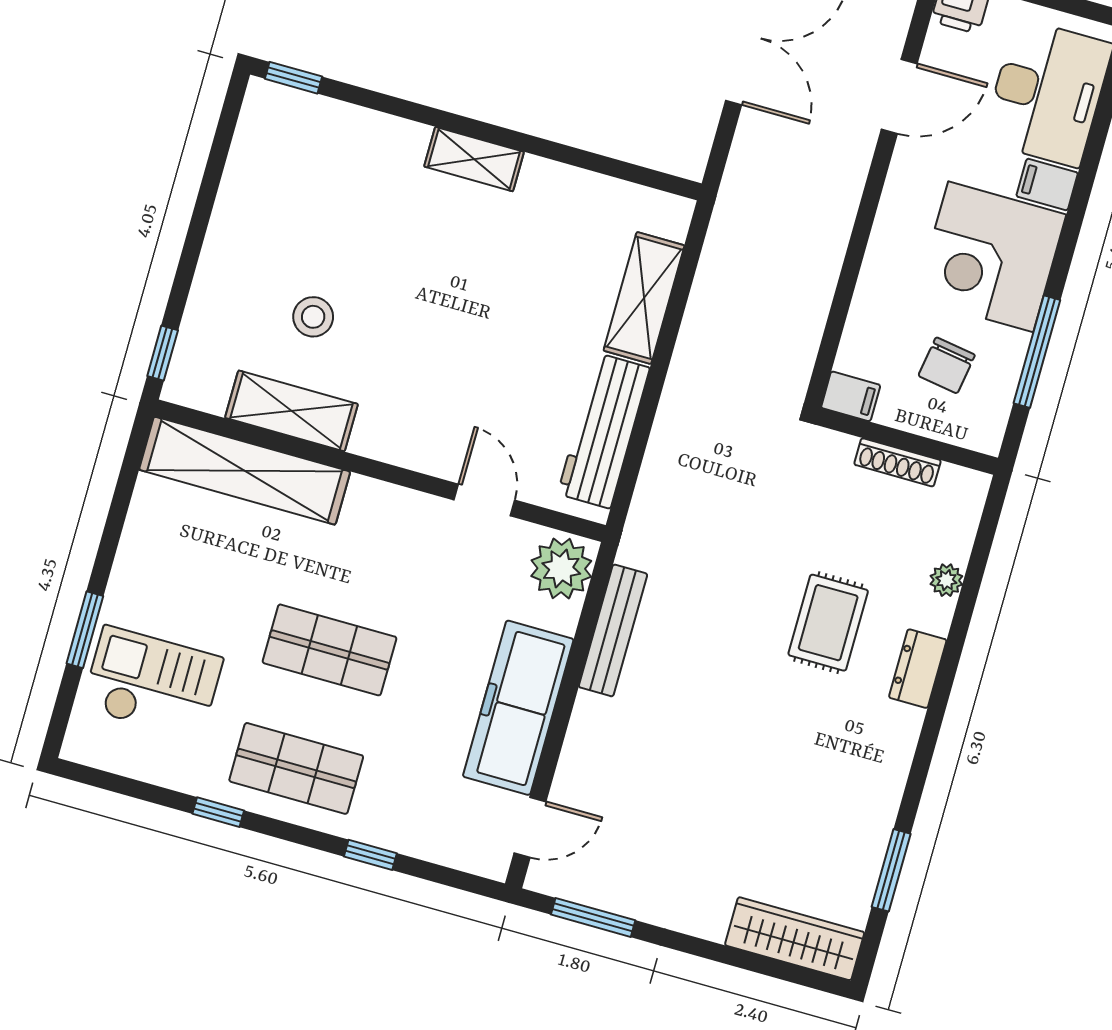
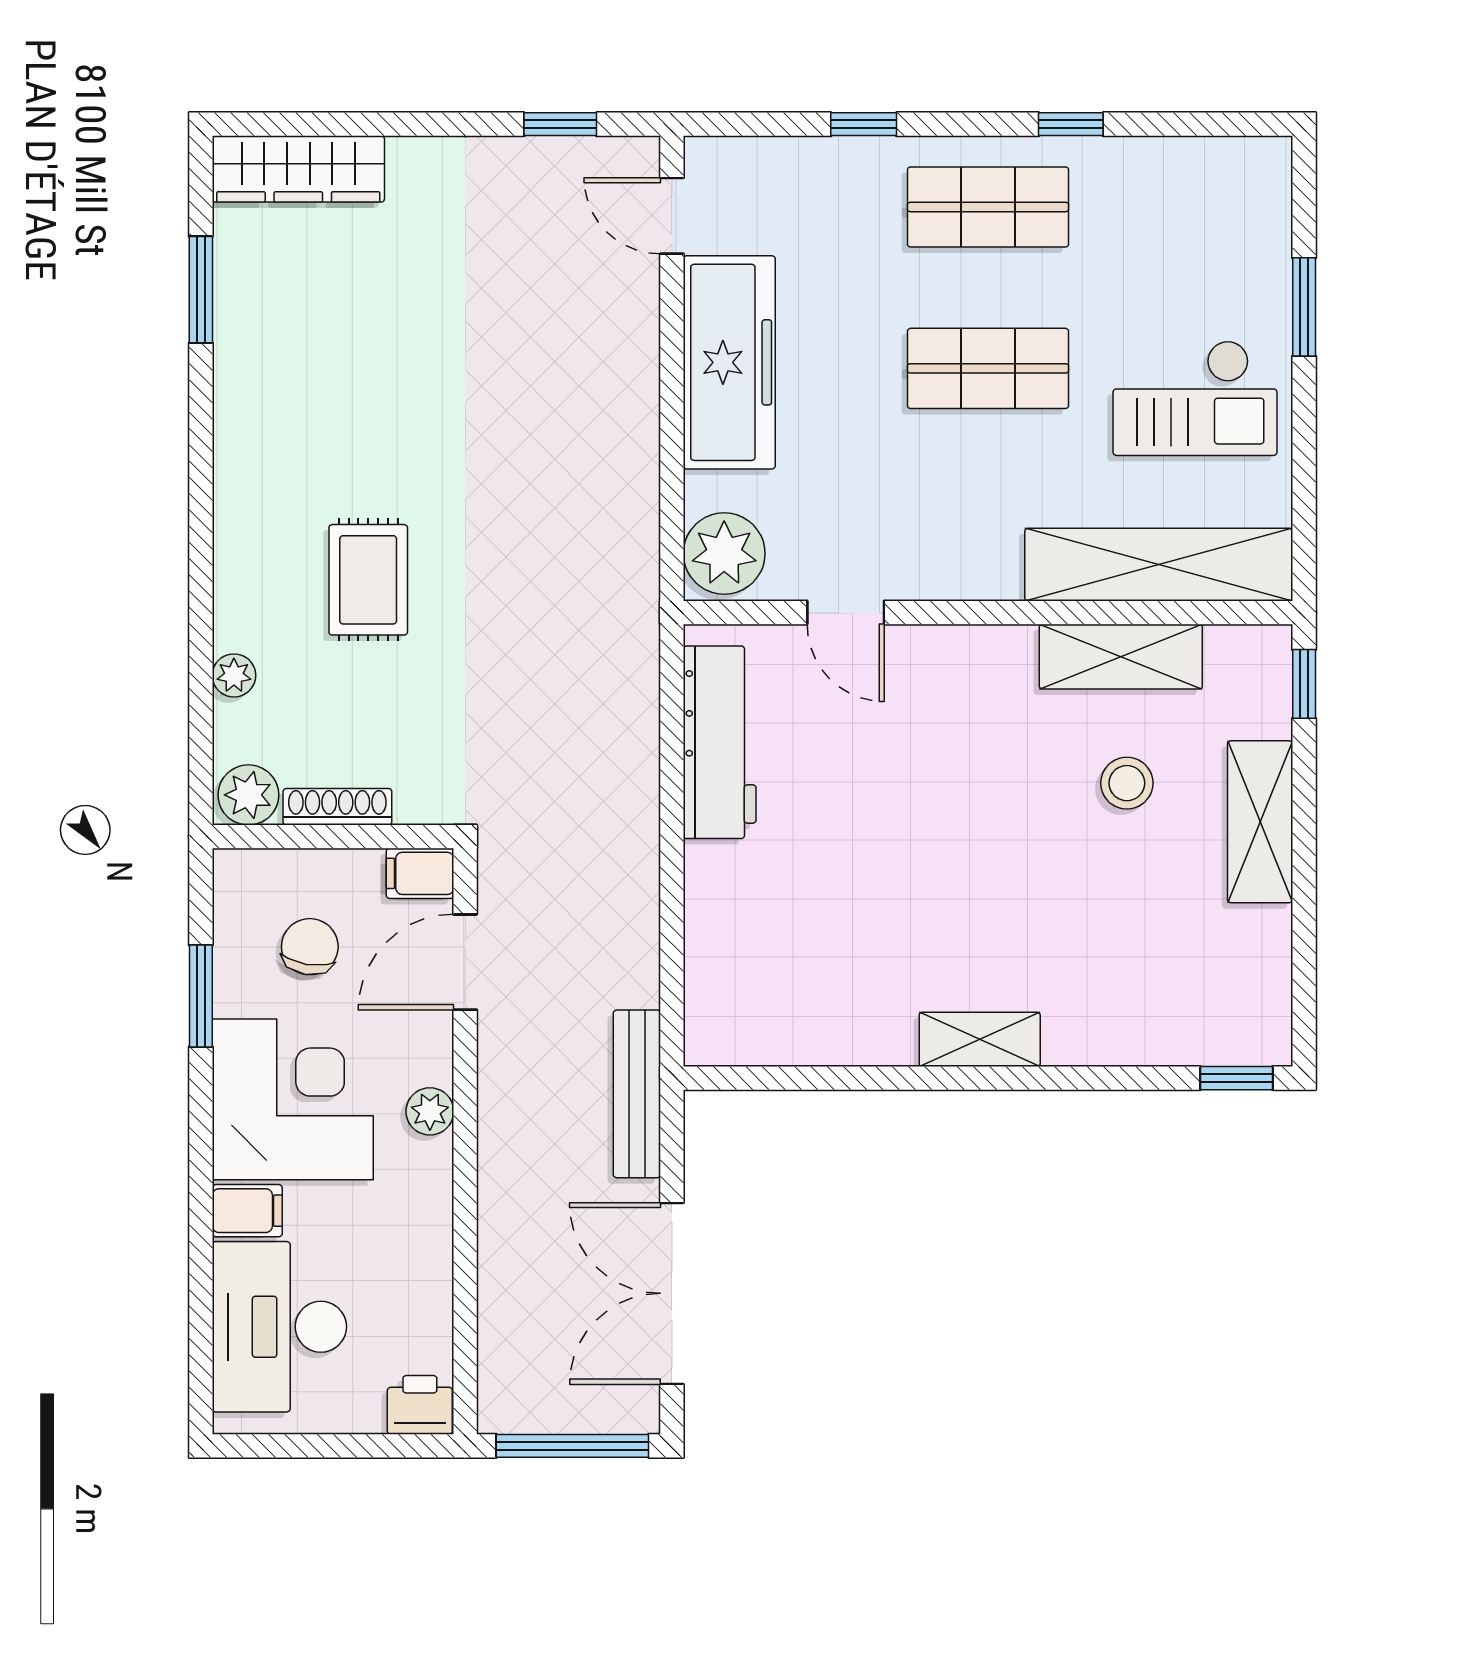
door: (899, 96) -> (465, 962), moved
plant: (893, 220) -> (430, 1111), added
shelving: (644, 298) -> (1260, 822), moved
window: (1037, 352) -> (201, 996), width x0.69
plant: (960, 489) -> (248, 795), added
bench: (613, 630) -> (637, 1094), moved
dresser: (918, 669) -> (239, 554), removed
checkout: (152, 683) -> (1195, 398), moved
door: (530, 827) -> (672, 216), hinge flipped
window: (593, 917) -> (560, 124), width x0.67

